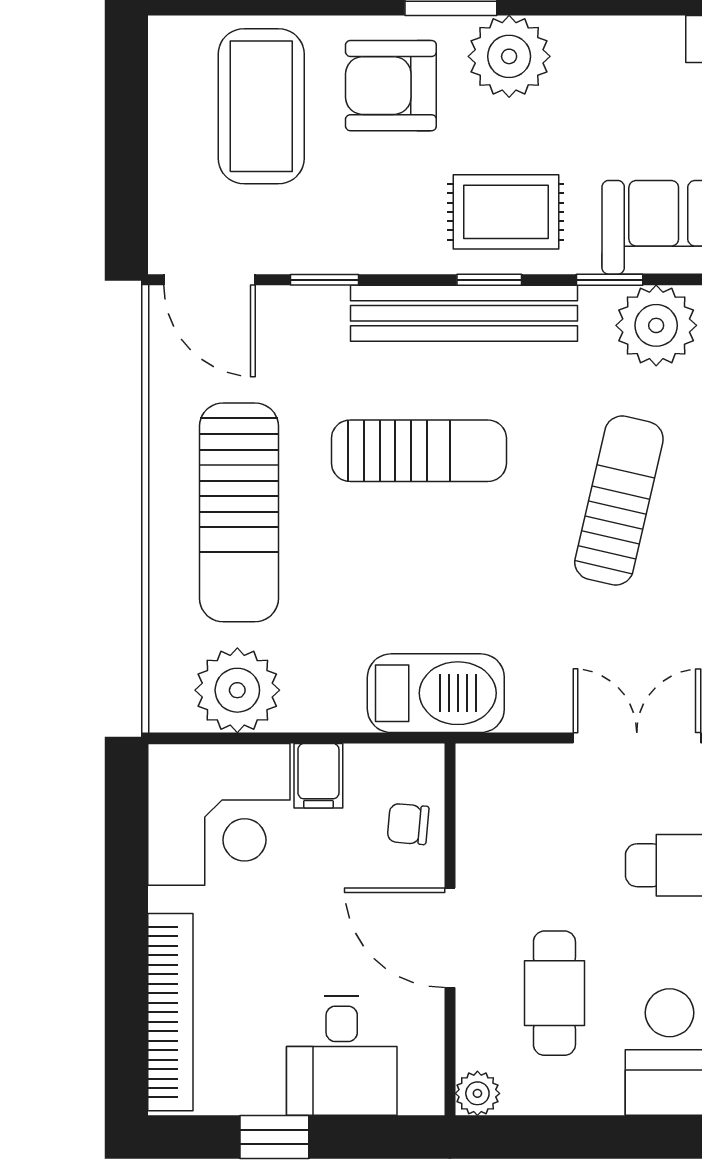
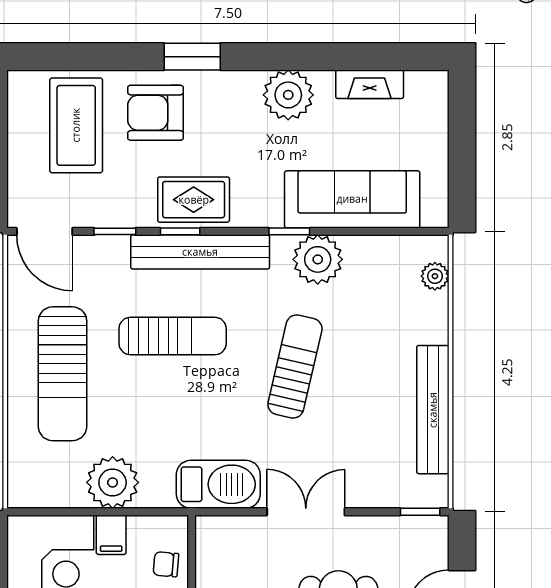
plant: (509, 56) -> (288, 95), moved
rug: (506, 212) -> (194, 200), moved
window: (489, 280) -> (180, 231), moved
plant: (237, 690) -> (113, 482), moved
barbecue: (436, 693) -> (218, 484), moved

